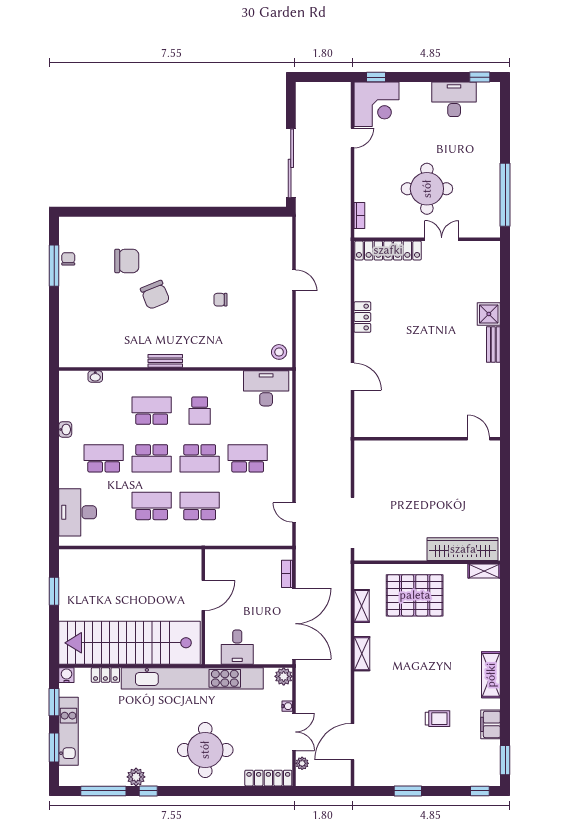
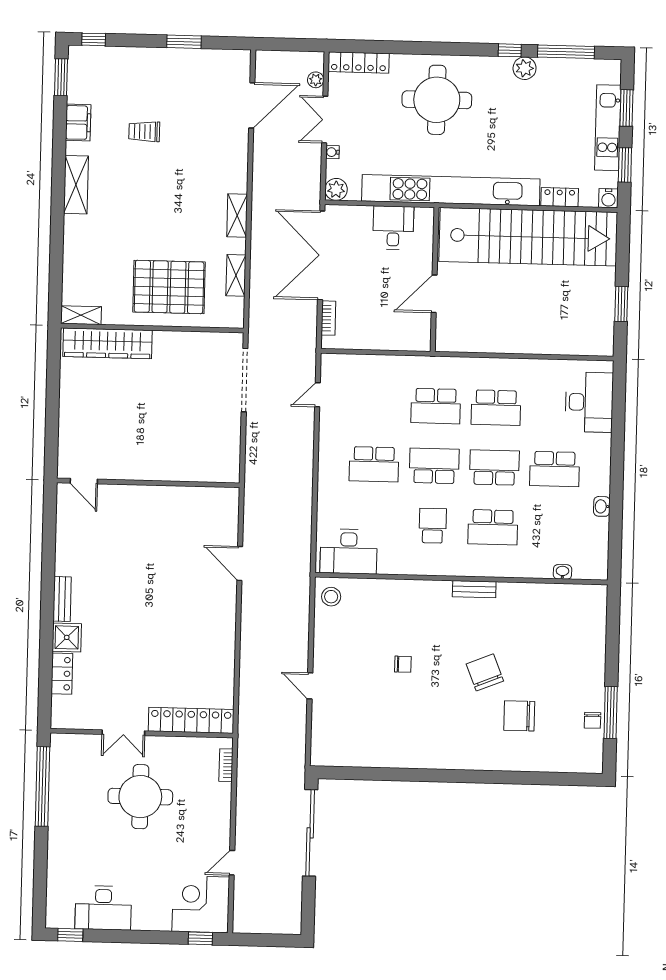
locker: (362, 317) -> (62, 674), moved, turned 180
door: (294, 513) -> (317, 395), swing flipped

